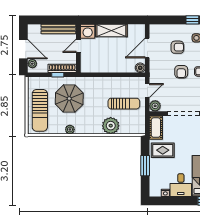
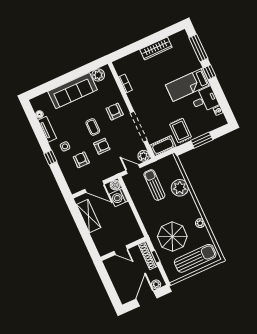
bench: (58, 29) -> (114, 275), removed
shelving: (111, 30) -> (89, 216), moved
washing machine: (88, 31) -> (119, 198), moved, turned 180

